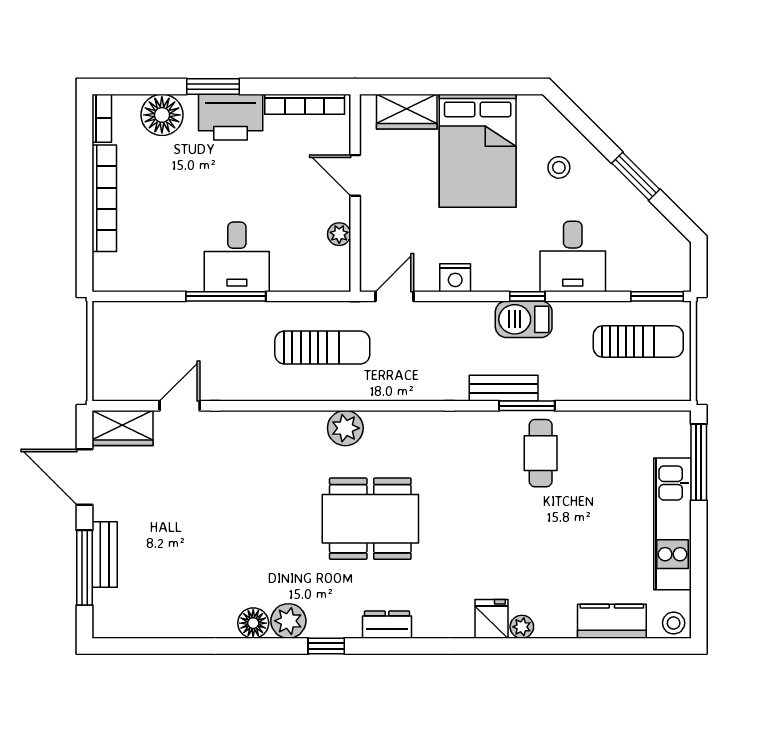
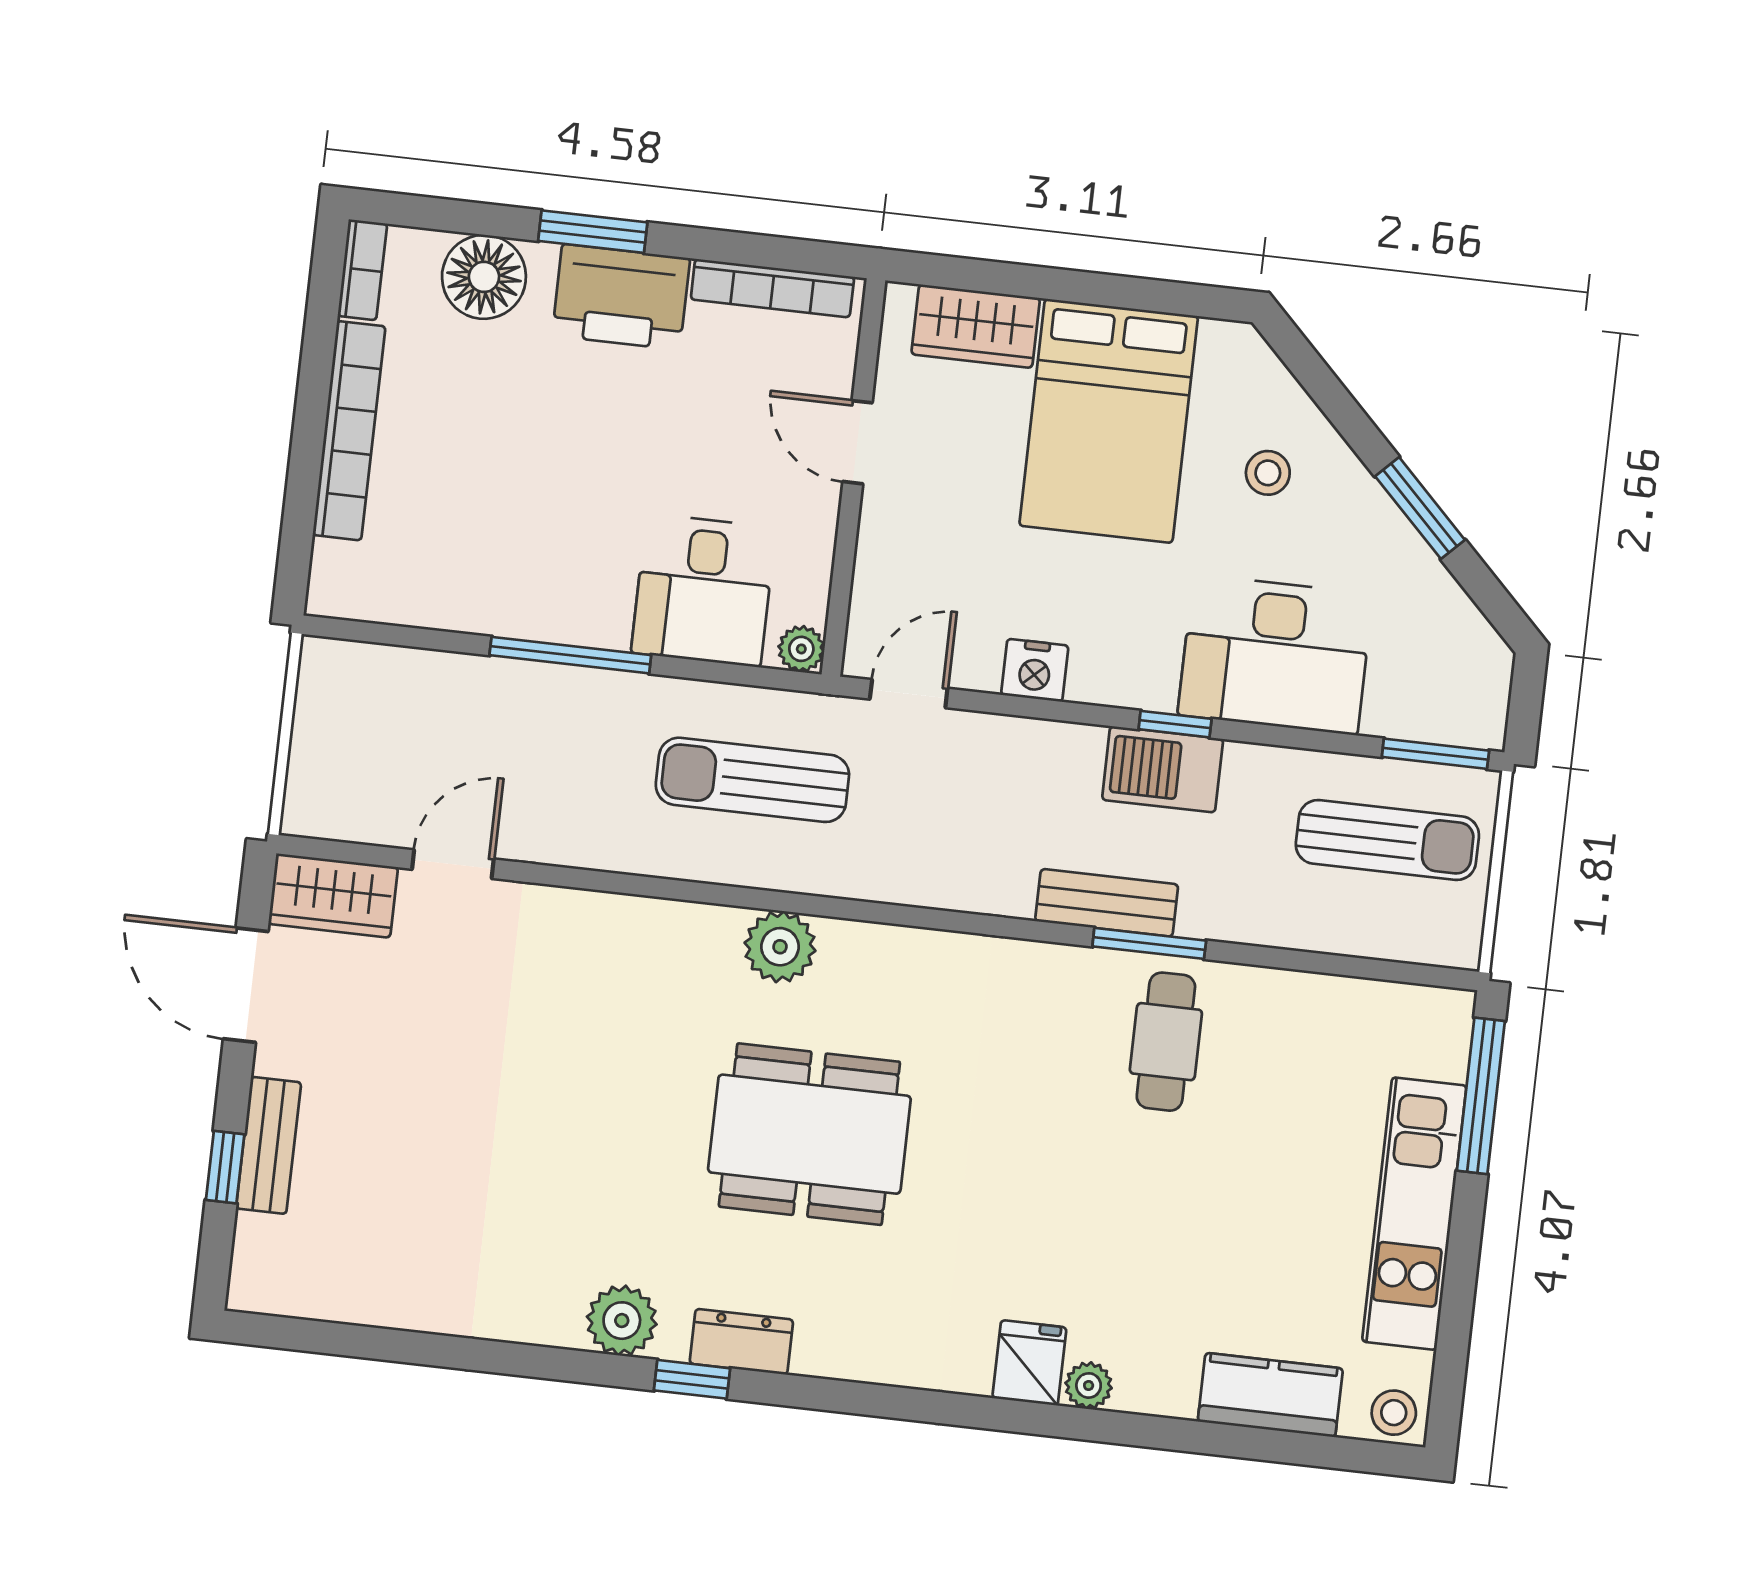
plant: (339, 234) -> (801, 649), moved
desk: (573, 256) -> (1275, 655), width x1.37
desk: (237, 257) -> (703, 590), moved
sun lounger: (322, 347) -> (752, 780), turned 180
window: (85, 568) -> (225, 1167), width x0.46
floor lamp: (253, 623) -> (551, 1317), removed
dresser: (387, 625) -> (741, 1342), moved

